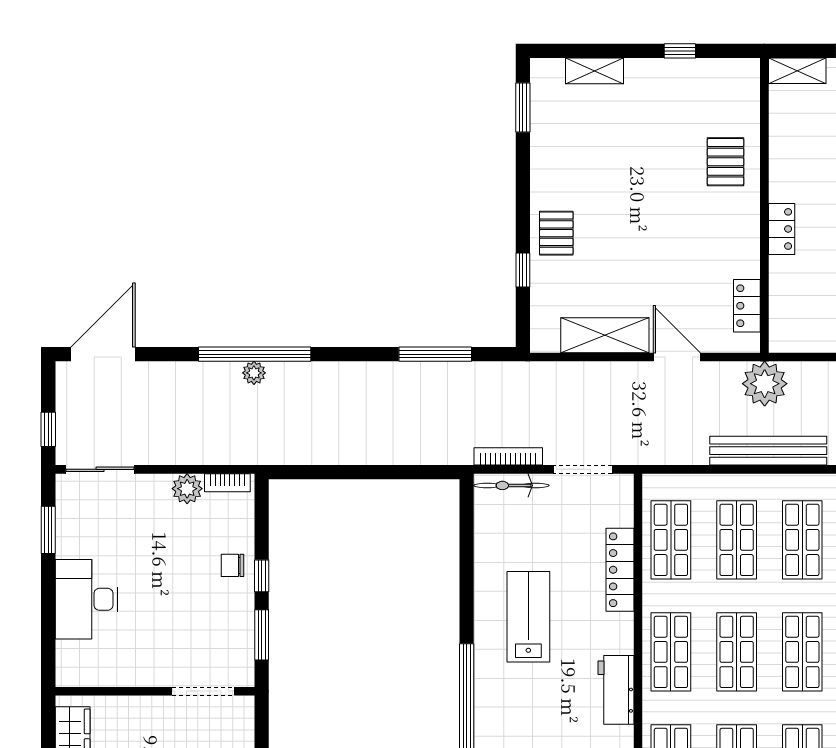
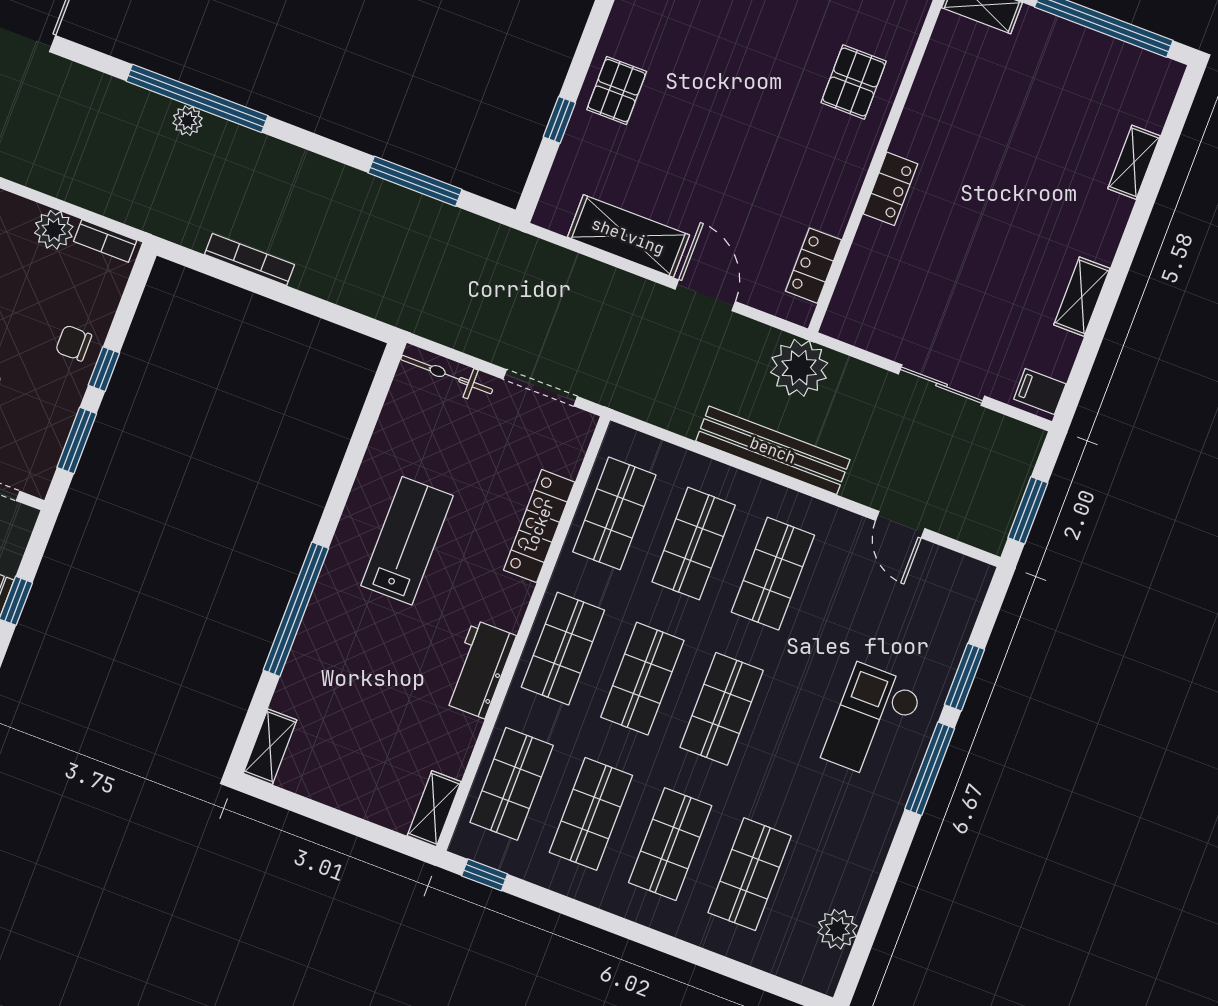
bookcase: (508, 456) -> (249, 259), moved

